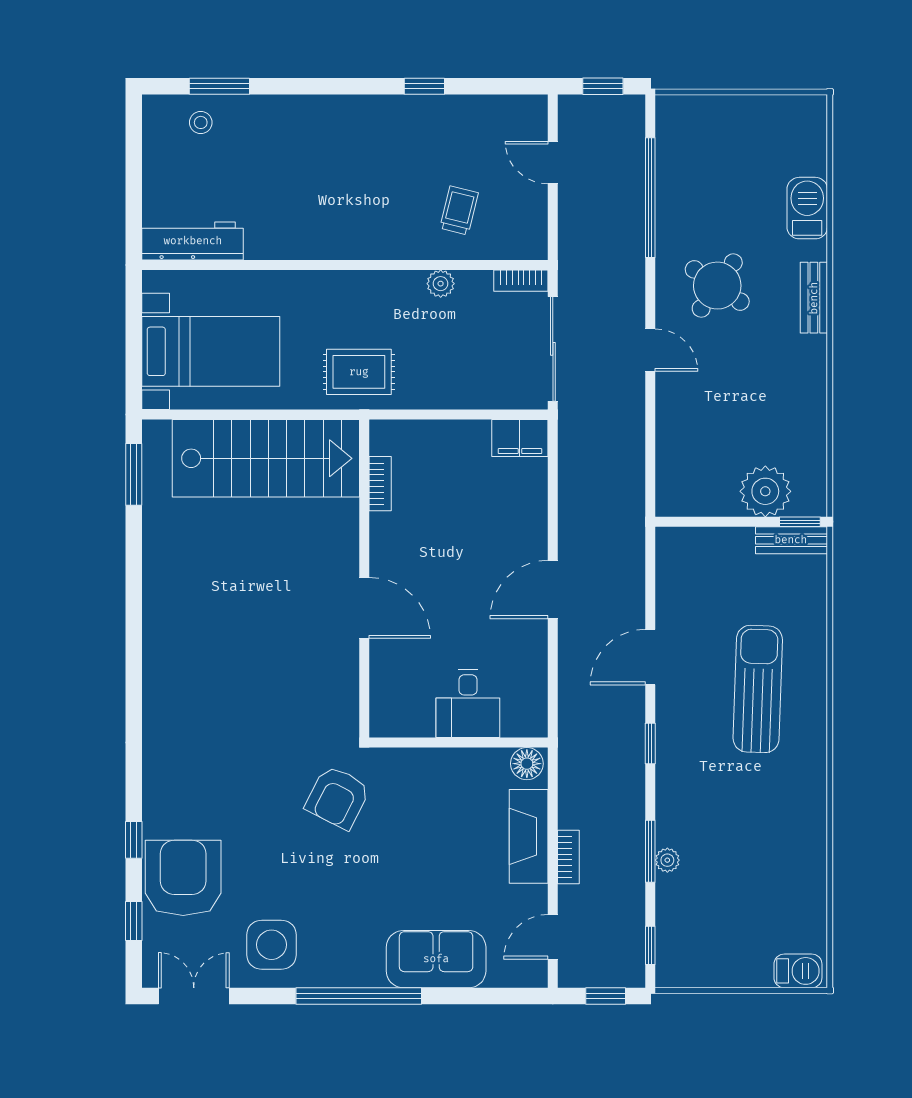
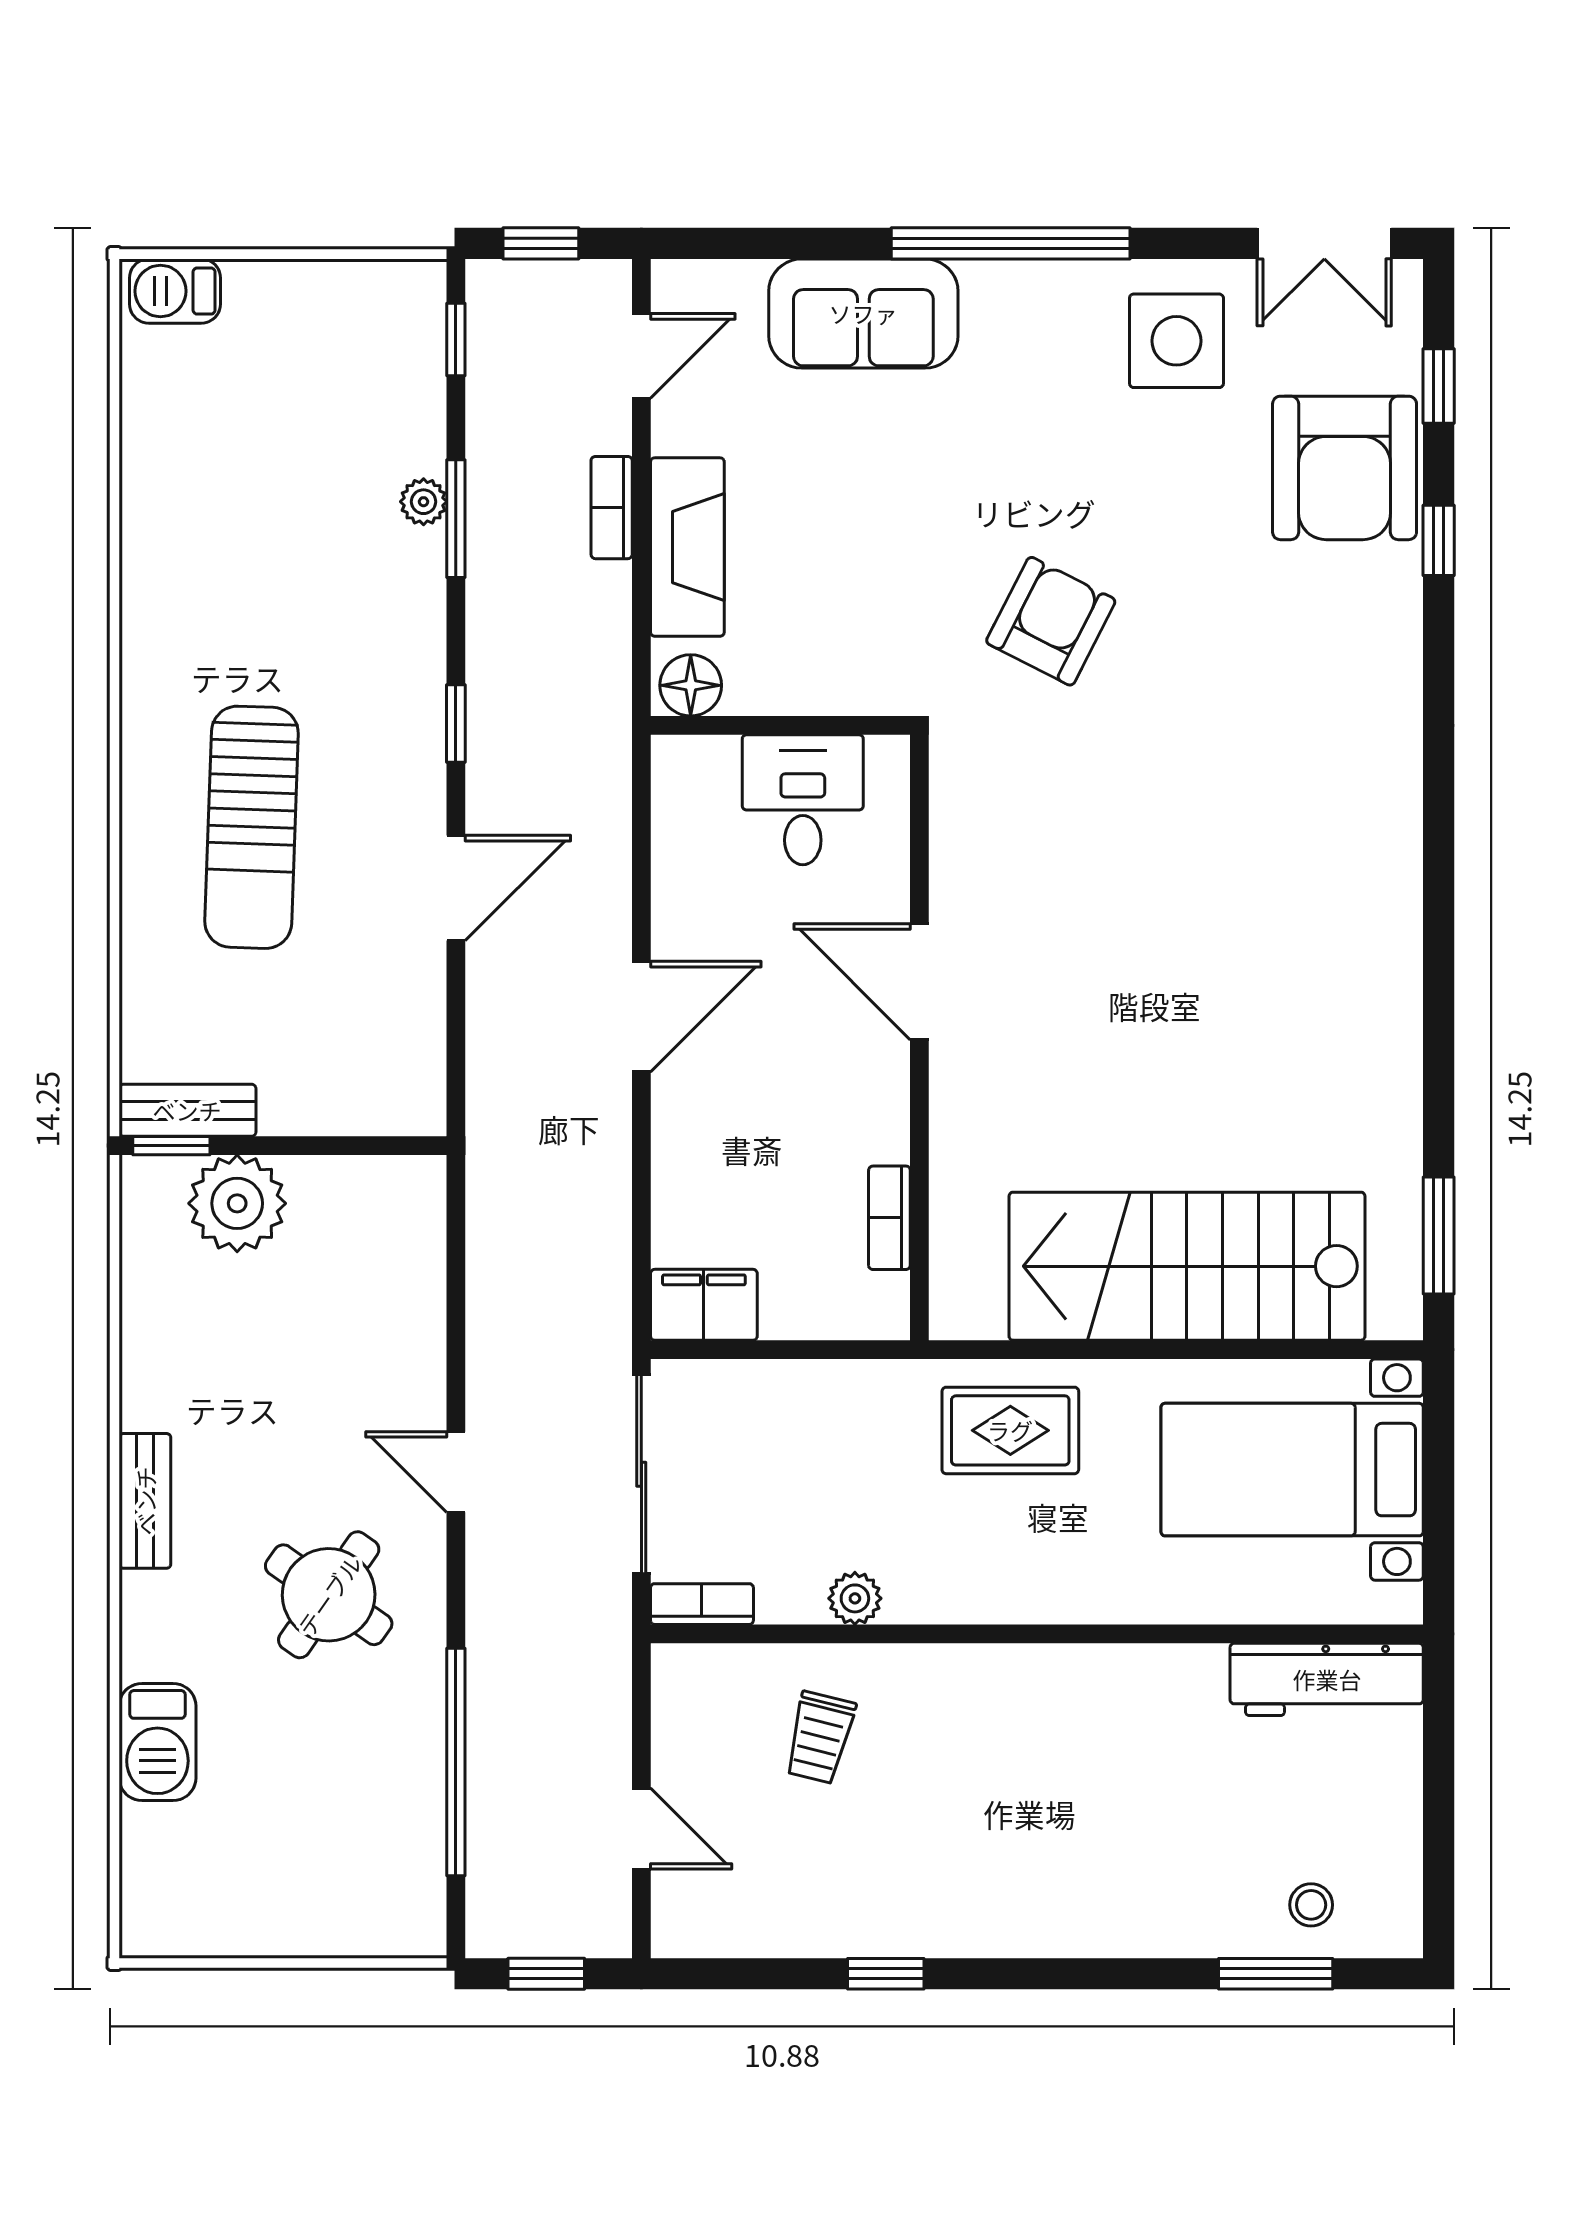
bench: (814, 298) -> (145, 1501), moved
bookcase: (380, 484) -> (889, 1218), moved
wall: (364, 579) -> (919, 1037), moved
door: (364, 608) -> (919, 982), moved

